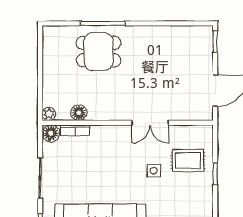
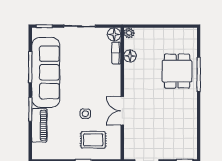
rug: (188, 160) -> (93, 140), turned 90

